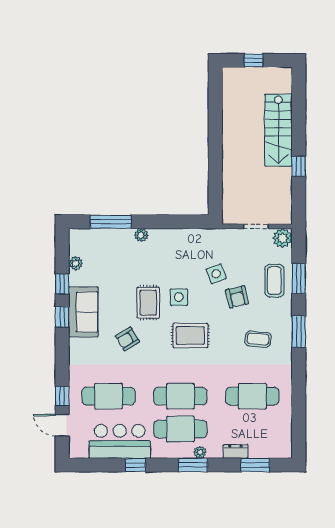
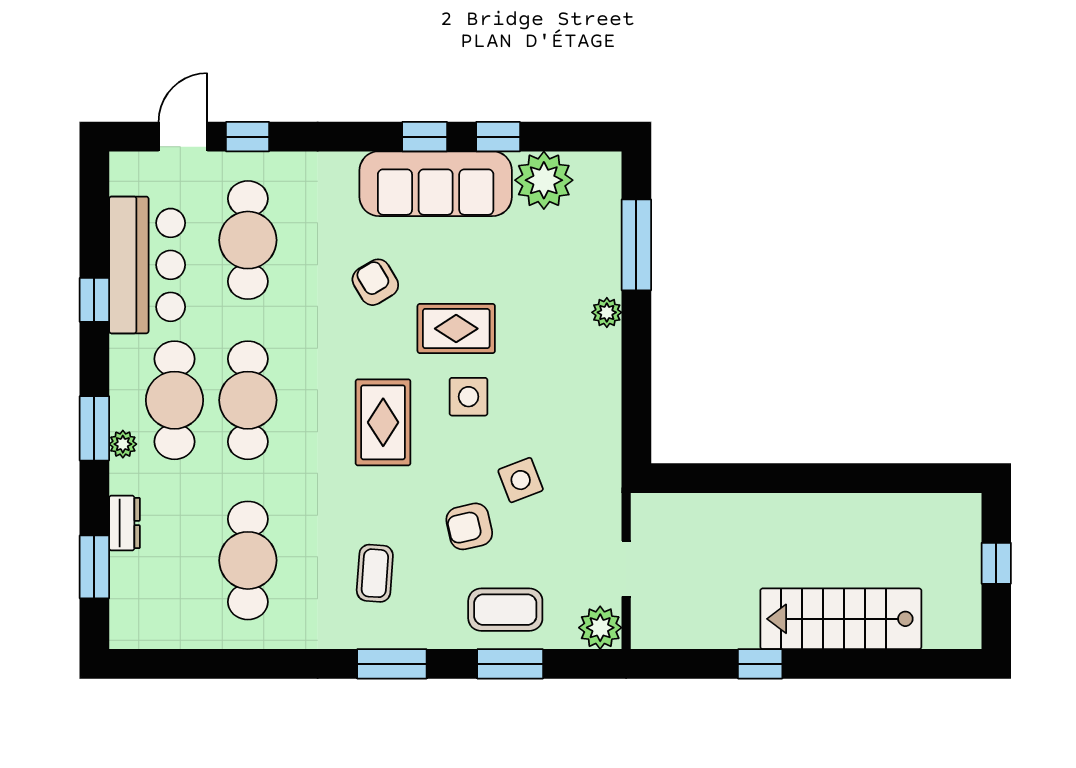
plant: (76, 263) -> (544, 180), width x1.87, depth x1.87
sofa: (83, 312) -> (436, 184), width x1.36

